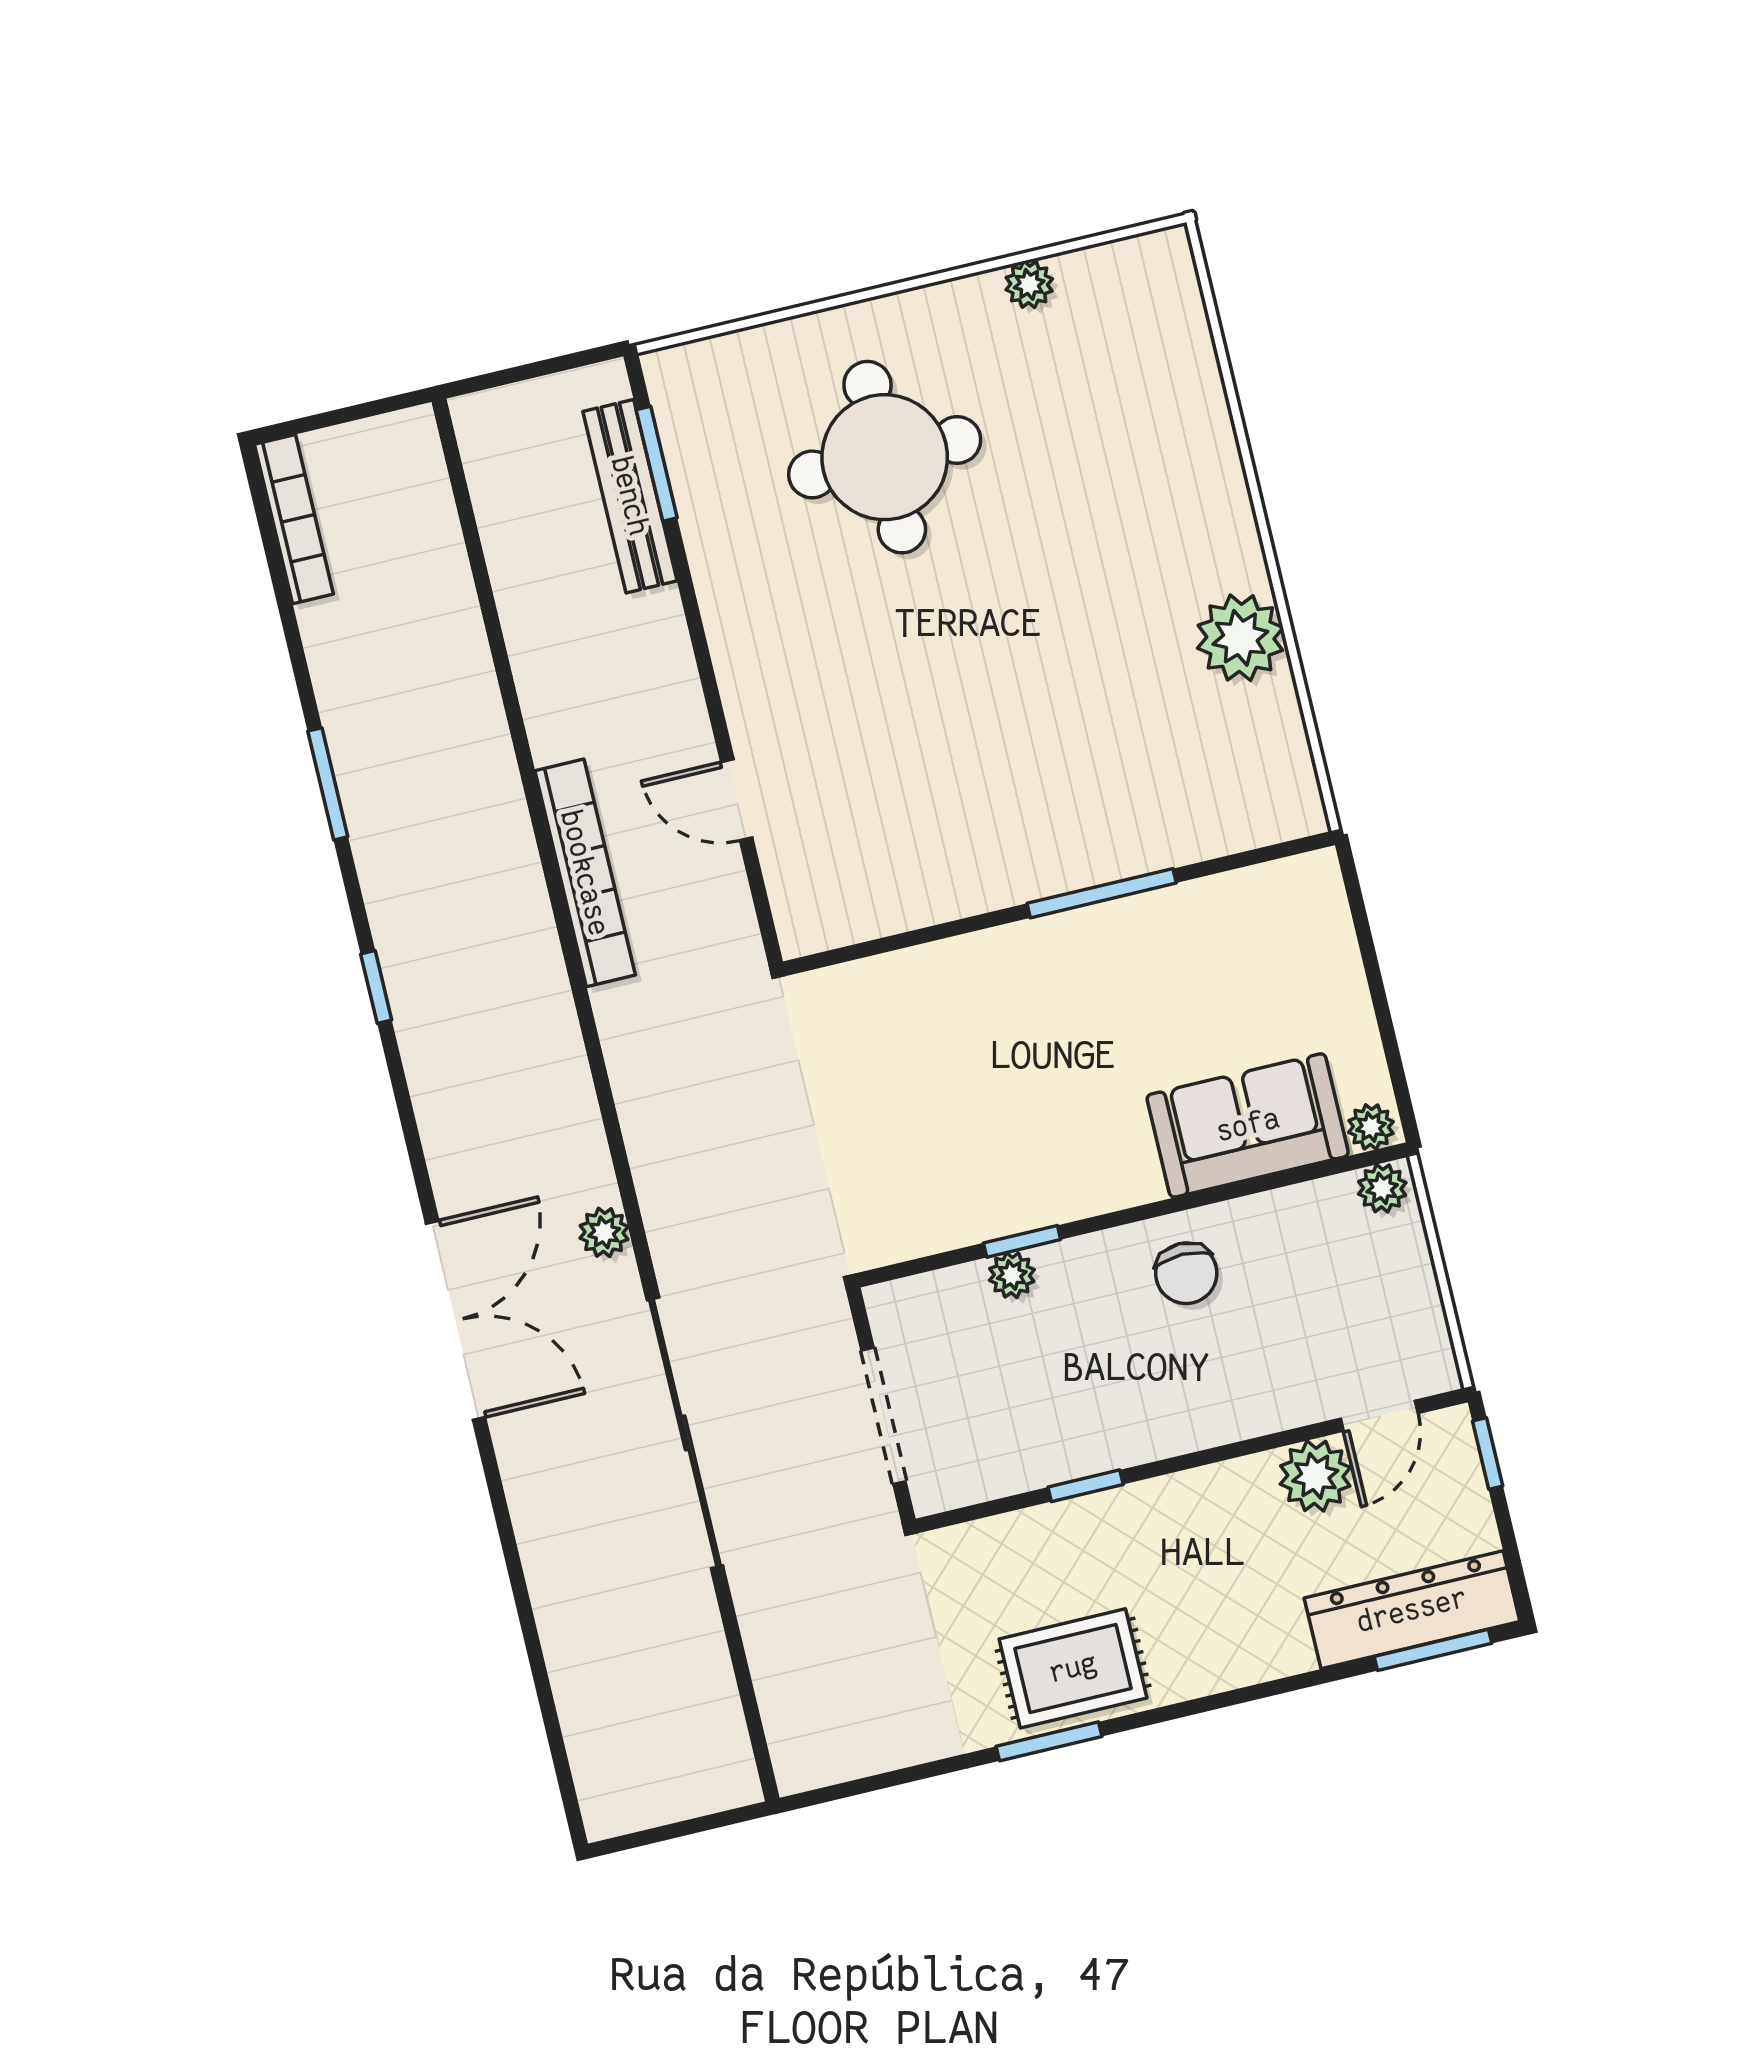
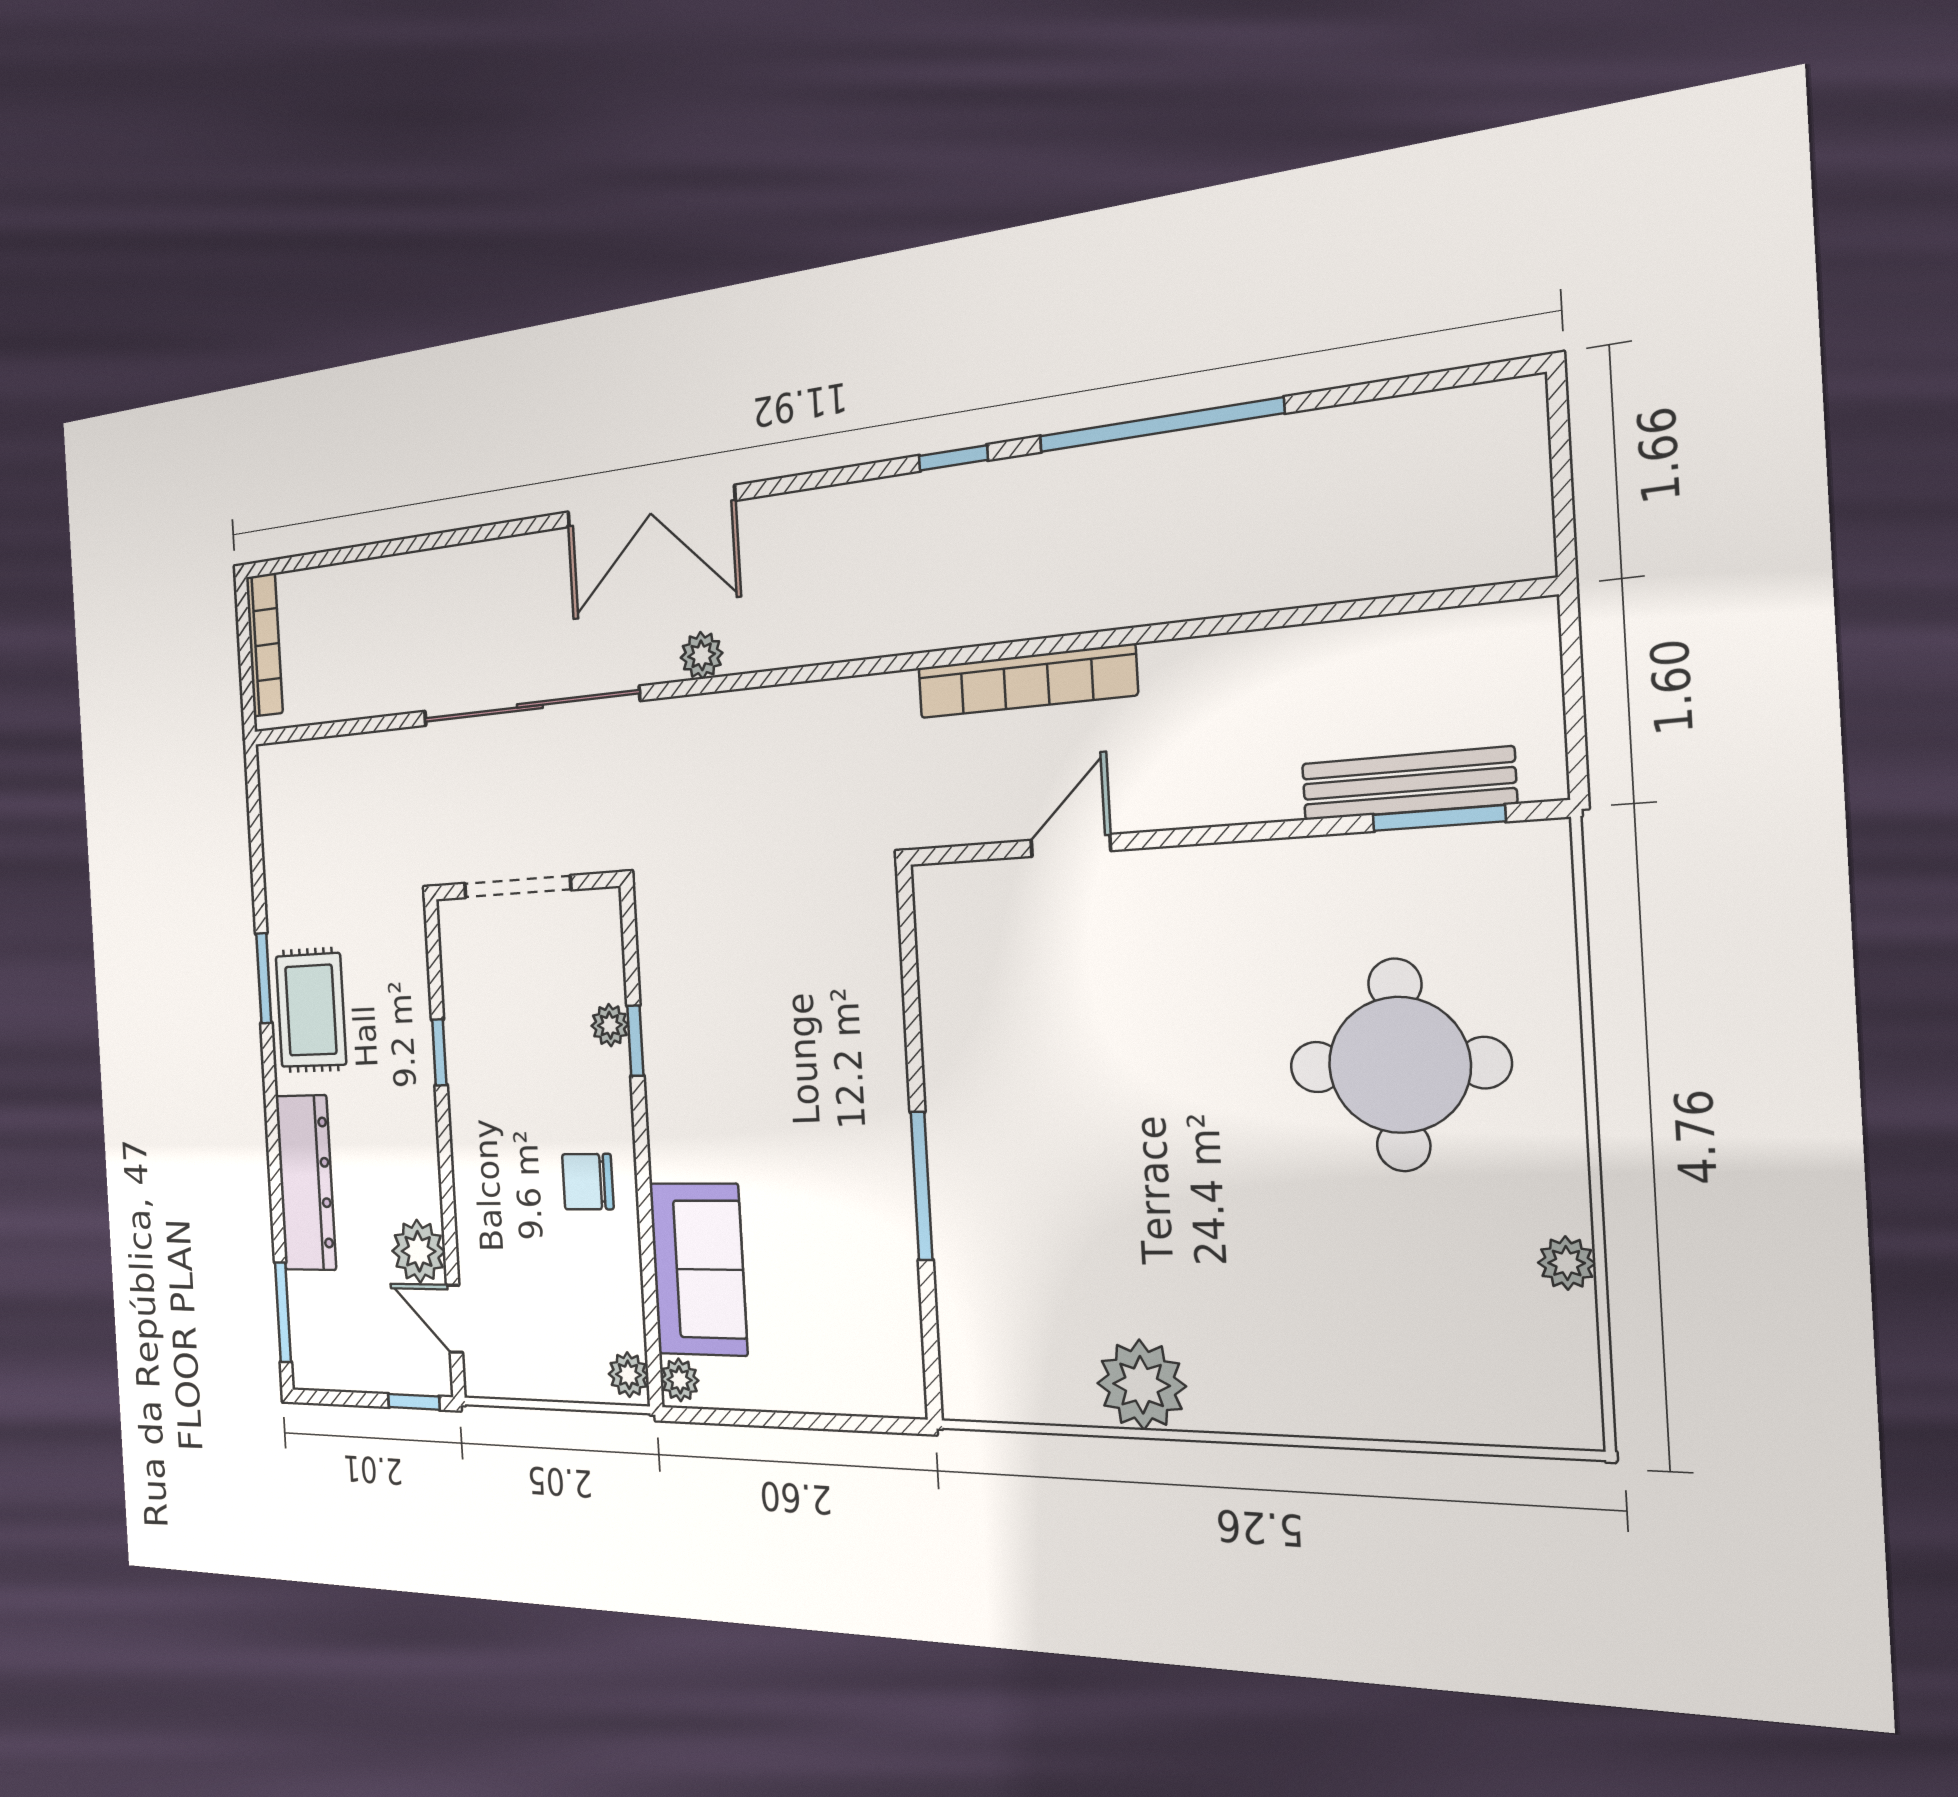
bookcase: (294, 519) -> (264, 645), moved, turned -90
window: (328, 784) -> (1159, 425), width x2.11
dresser: (1412, 1610) -> (306, 1183), moved

